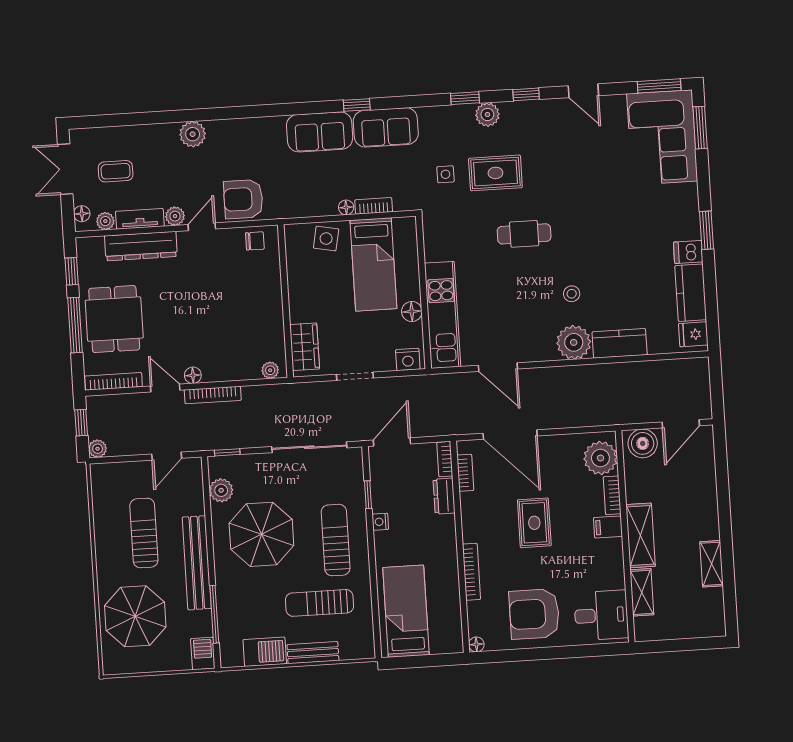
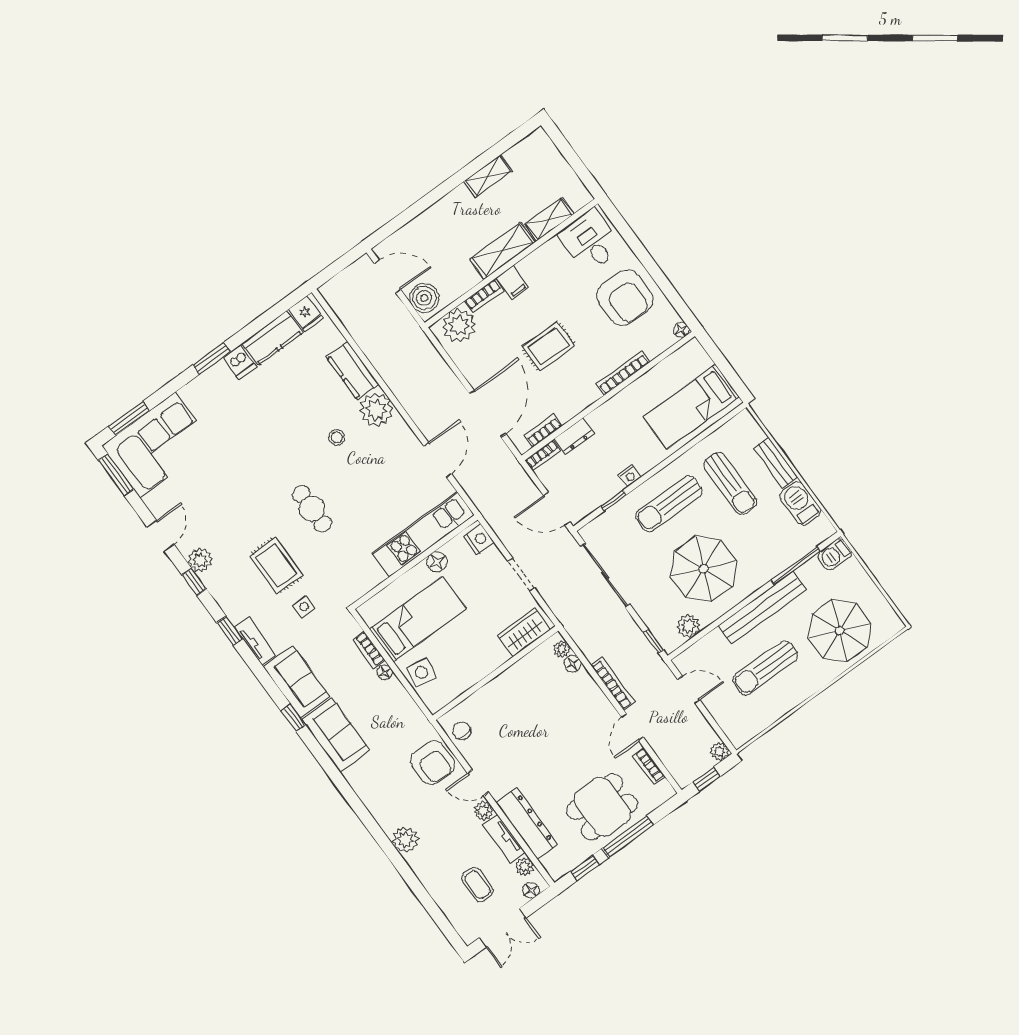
tv unit: (442, 114) -> (255, 641), added
plant: (487, 115) -> (200, 560), moved
floor lamp: (193, 375) -> (573, 664), moved
bookcase: (114, 381) -> (648, 766), width x0.64

